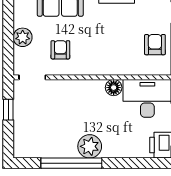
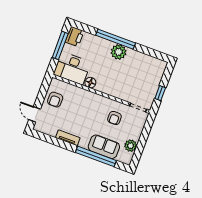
plant: (23, 37) -> (131, 146), moved
window: (71, 163) -> (116, 39), moved

